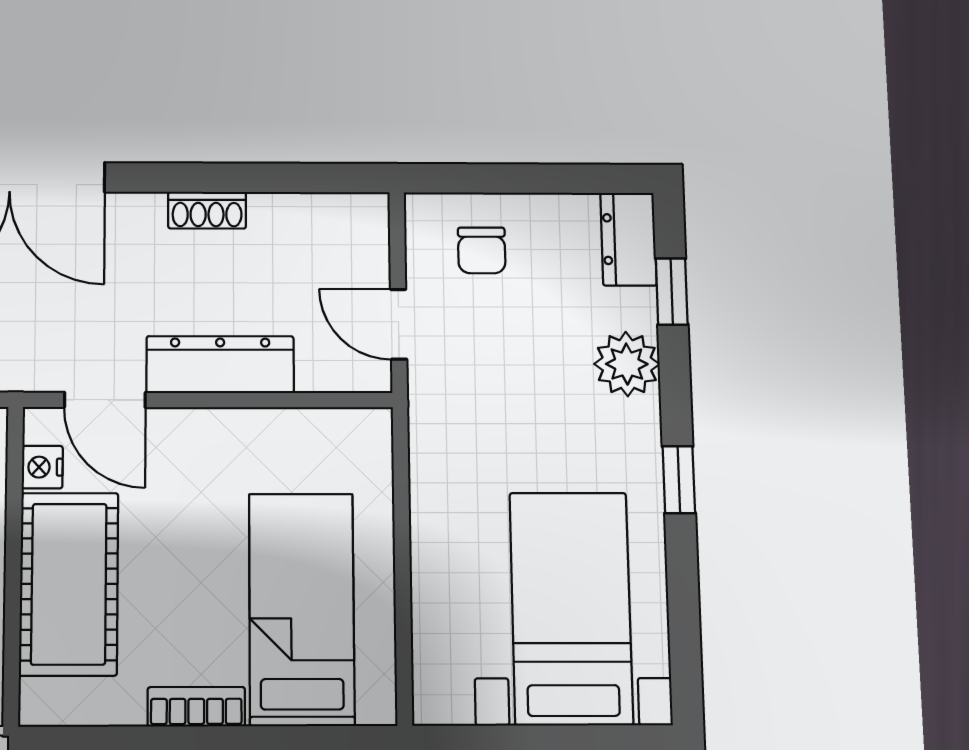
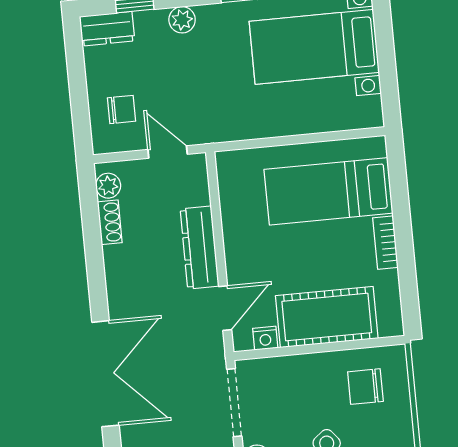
shoe rack: (207, 210) -> (110, 222), moved
plant: (347, 214) -> (108, 186), added
door: (399, 324) -> (168, 152), swing flipped
plant: (627, 364) -> (182, 20), width x0.73, depth x0.73

